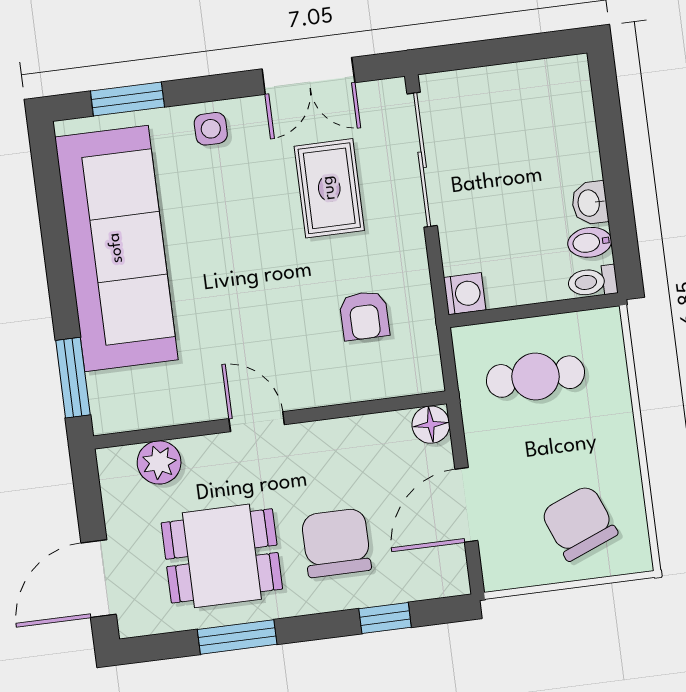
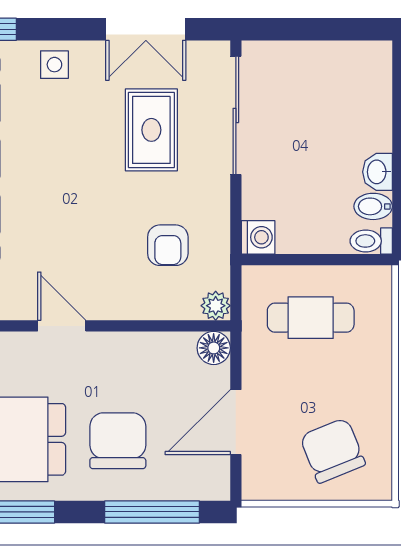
plant: (427, 377) -> (216, 306), added
window: (385, 618) -> (152, 512), width x2.17

